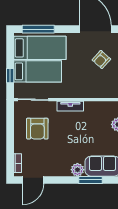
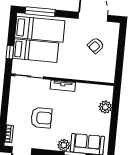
armchair: (37, 129) -> (41, 118), moved, turned -90

